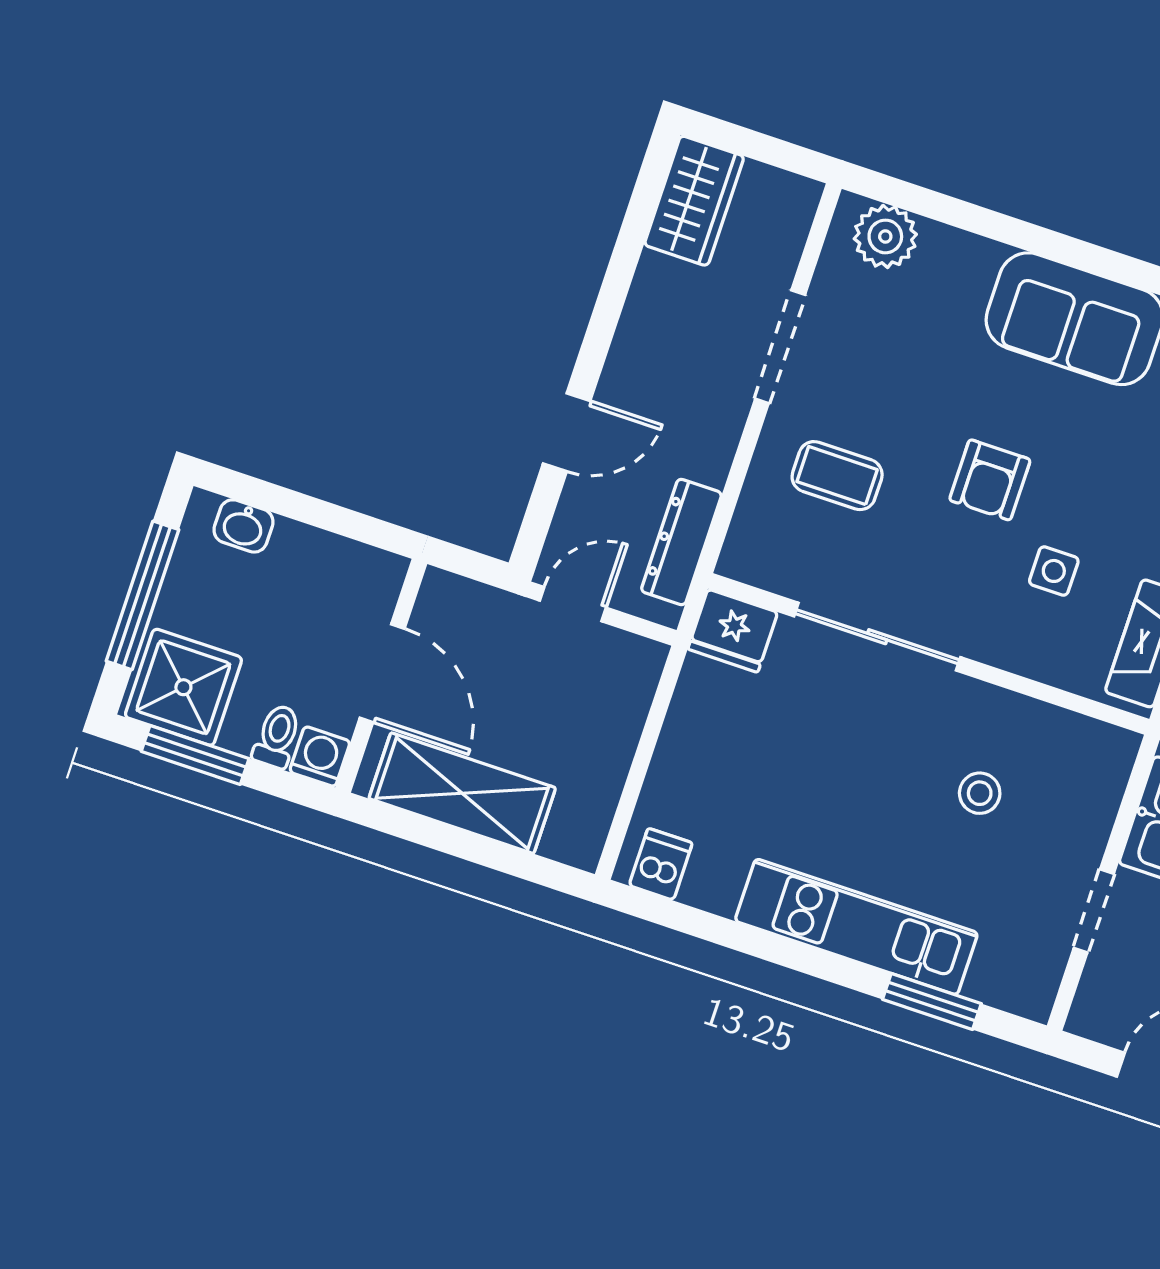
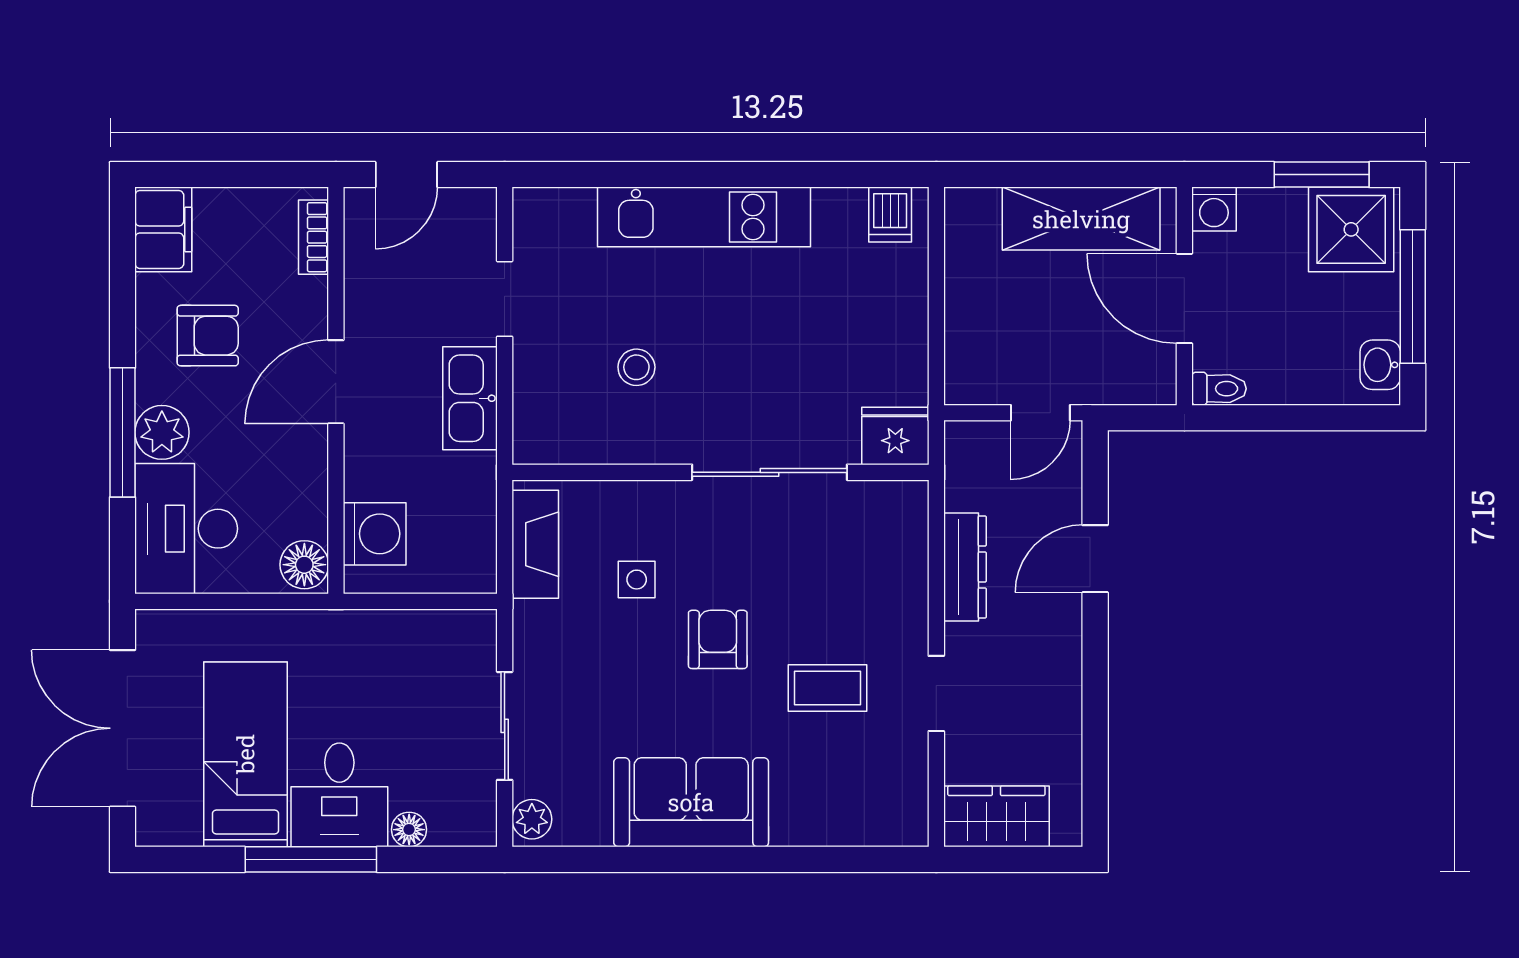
wardrobe: (694, 201) -> (996, 816), moved, turned 90
plant: (885, 236) -> (878, 819), removed
doorway: (780, 347) -> (936, 694), width x0.73
coffee table: (837, 476) -> (827, 688), moved
washbasin: (243, 526) -> (1380, 365), moved, turned -90
dresser: (681, 542) -> (965, 567), moved
toilet: (277, 736) -> (1219, 389), moved, turned -90
window: (932, 1001) -> (618, 175), removed

